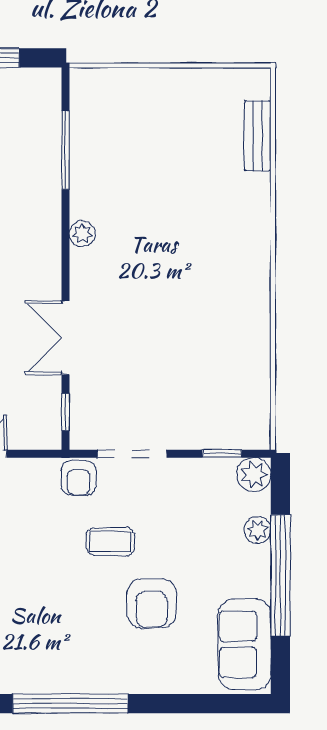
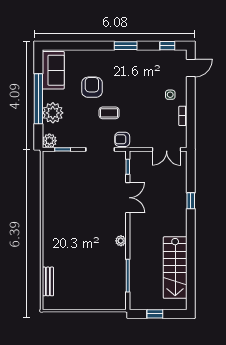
armchair: (79, 478) -> (122, 139), turned -90
plant: (258, 530) -> (53, 113), width x1.88, depth x1.88
window: (70, 704) -> (126, 46), width x0.47

